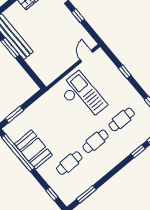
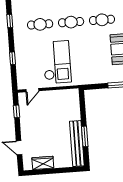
window: (78, 16) -> (16, 111), moved
checkout: (83, 96) -> (57, 62), turned 180

